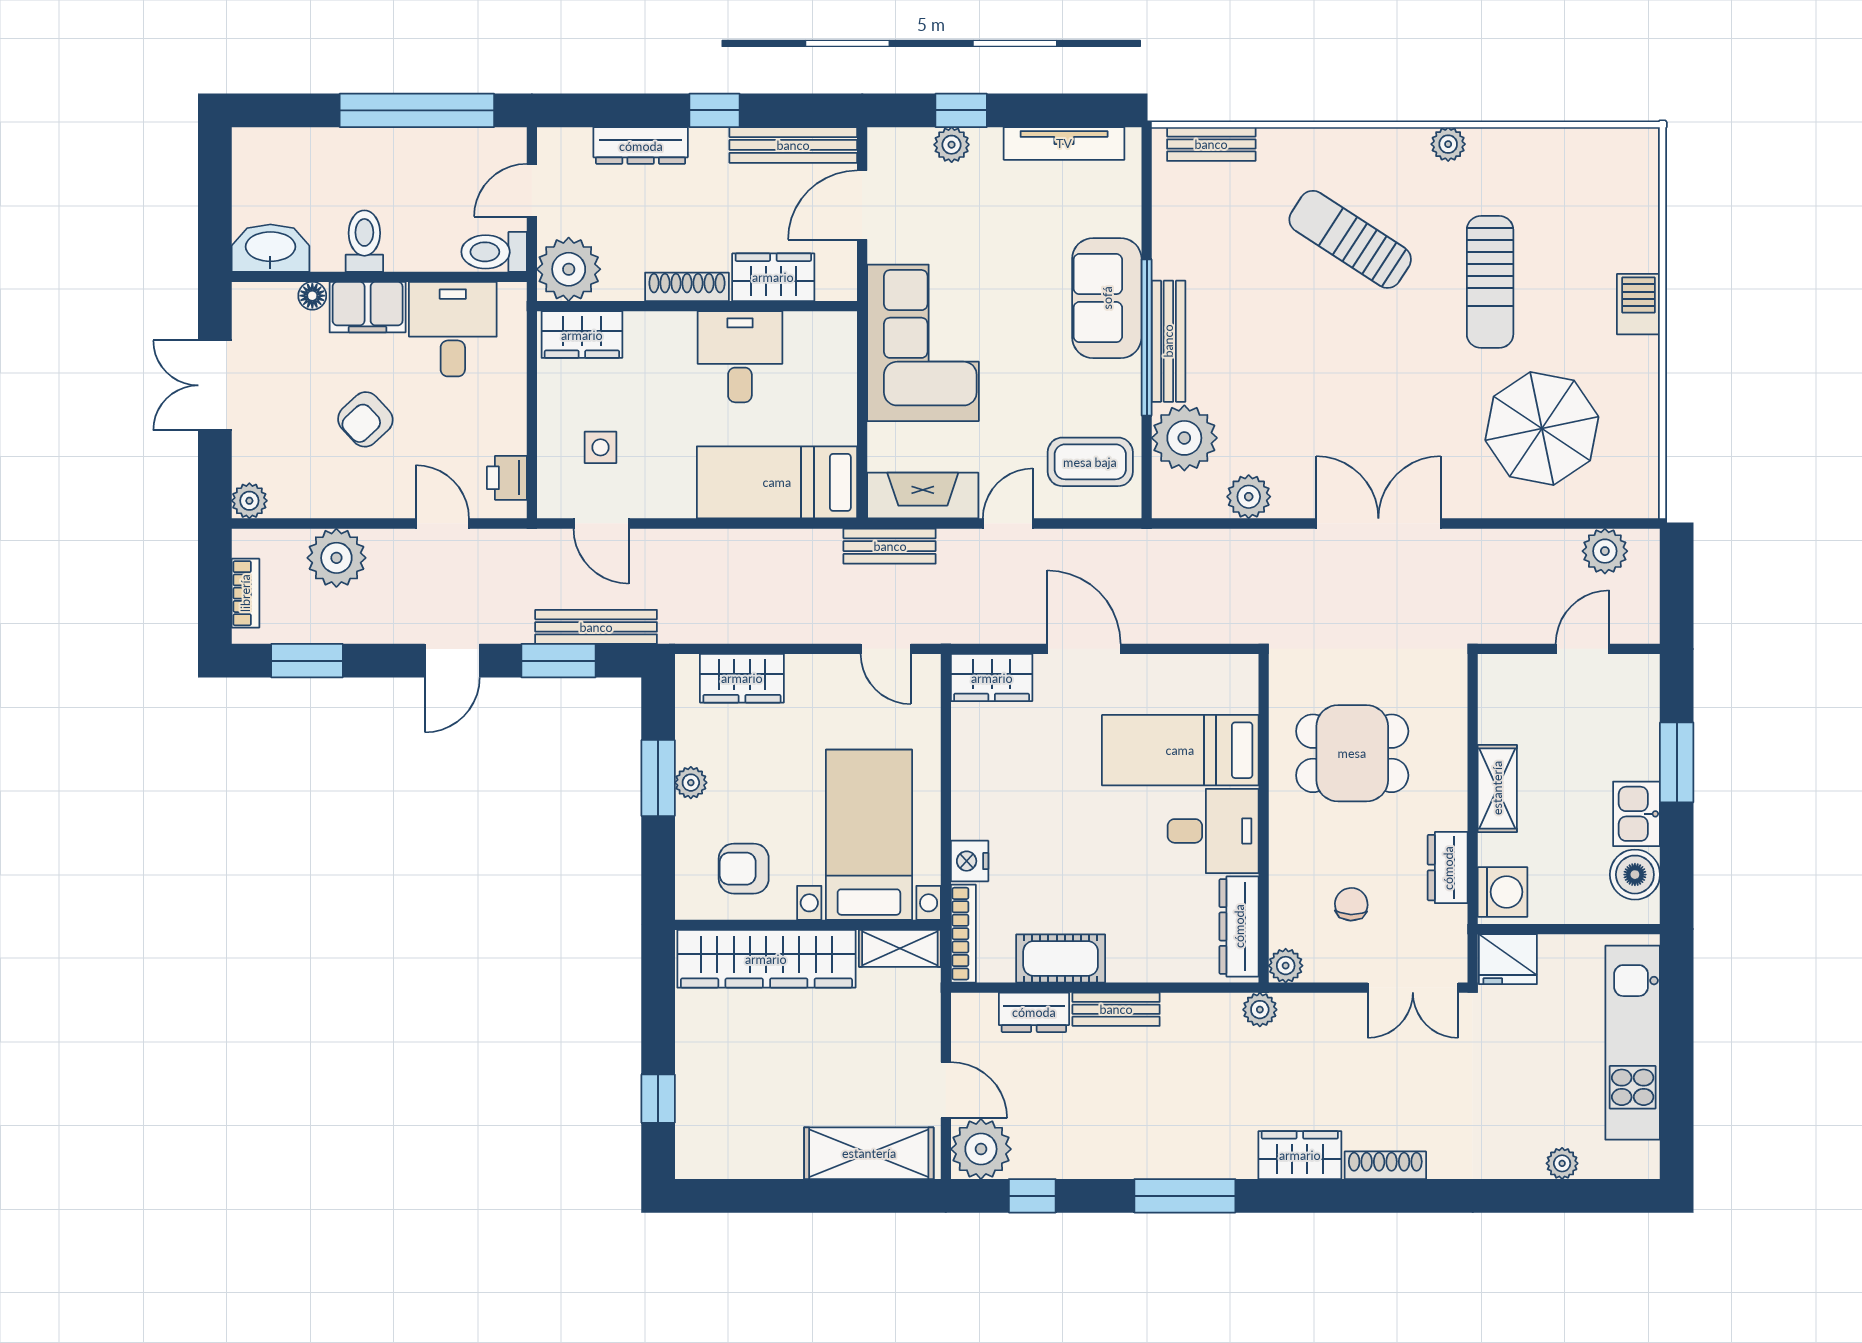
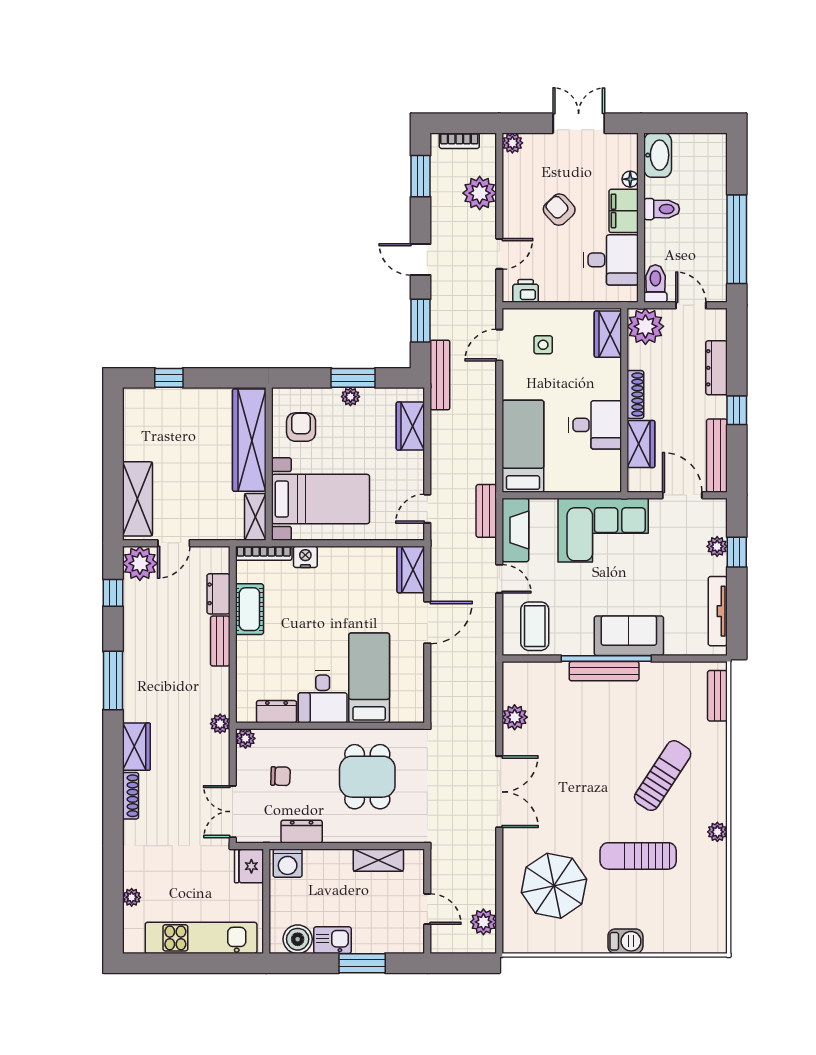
plant: (1184, 438) -> (549, 680), removed
bench: (596, 627) -> (440, 375), moved
shelving: (1497, 788) -> (378, 860), moved
dresser: (1239, 926) -> (277, 712), width x0.70

